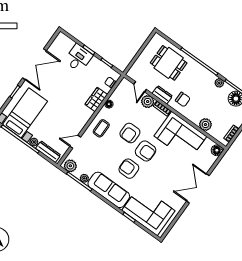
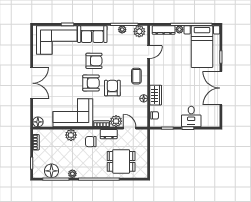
plant: (205, 125) -> (71, 135), moved
armchair: (146, 151) -> (91, 83), turned 180
sofa: (109, 190) -> (92, 34), width x0.73

